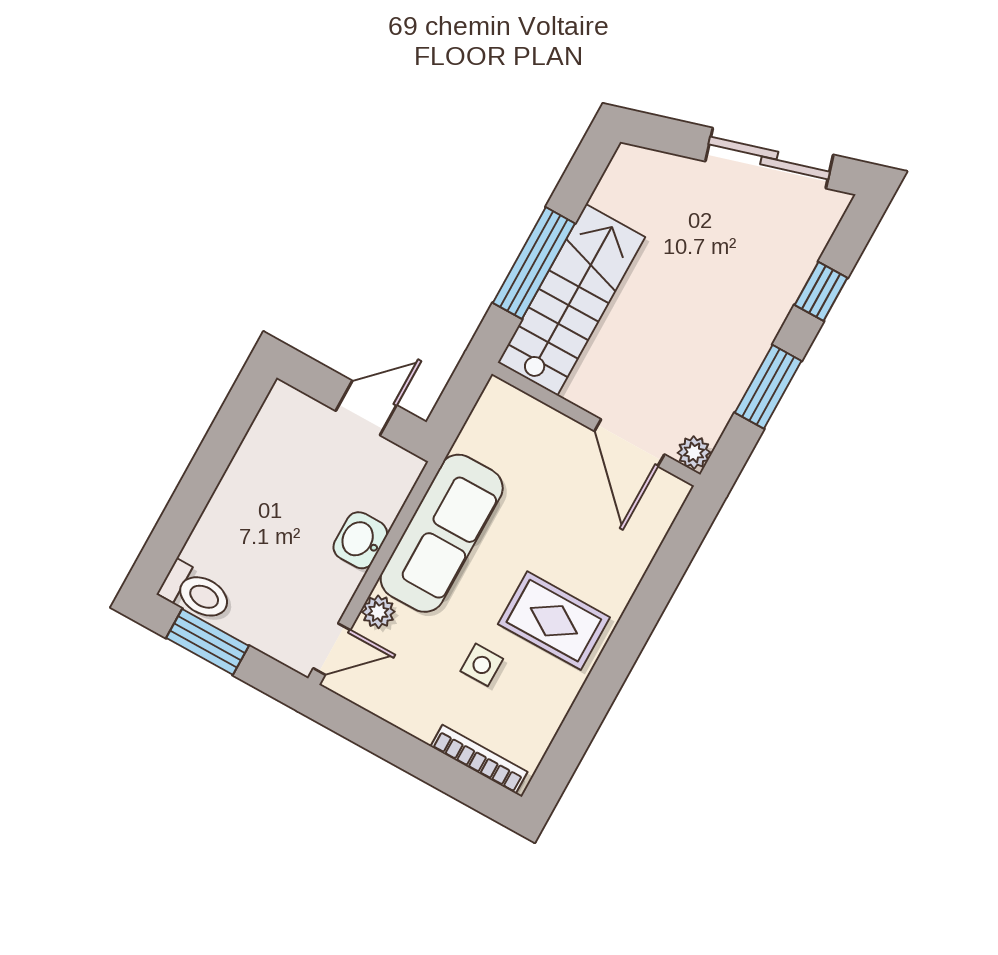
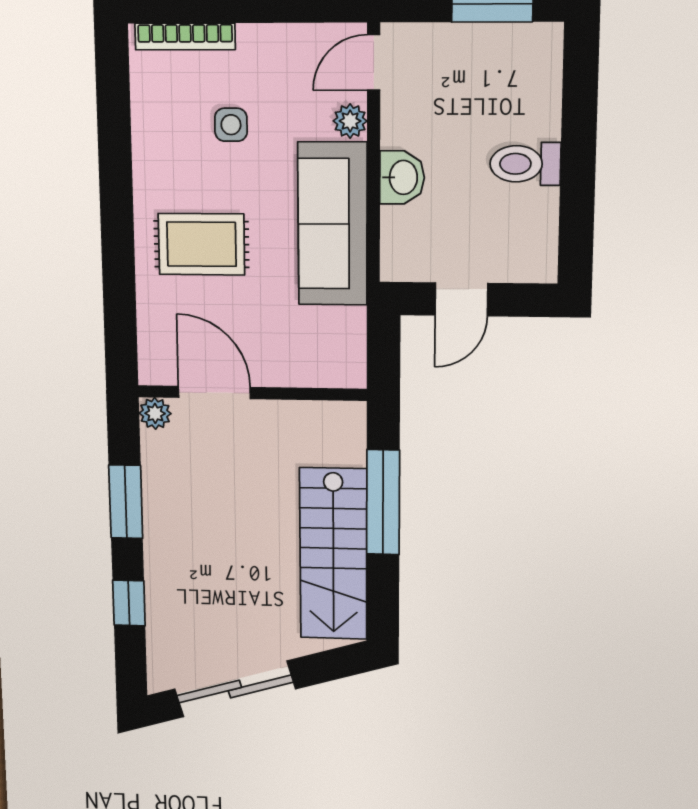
stairs: (571, 300) -> (333, 554), moved
toilet: (196, 592) -> (525, 164), moved
rug: (554, 621) -> (201, 244), moved

